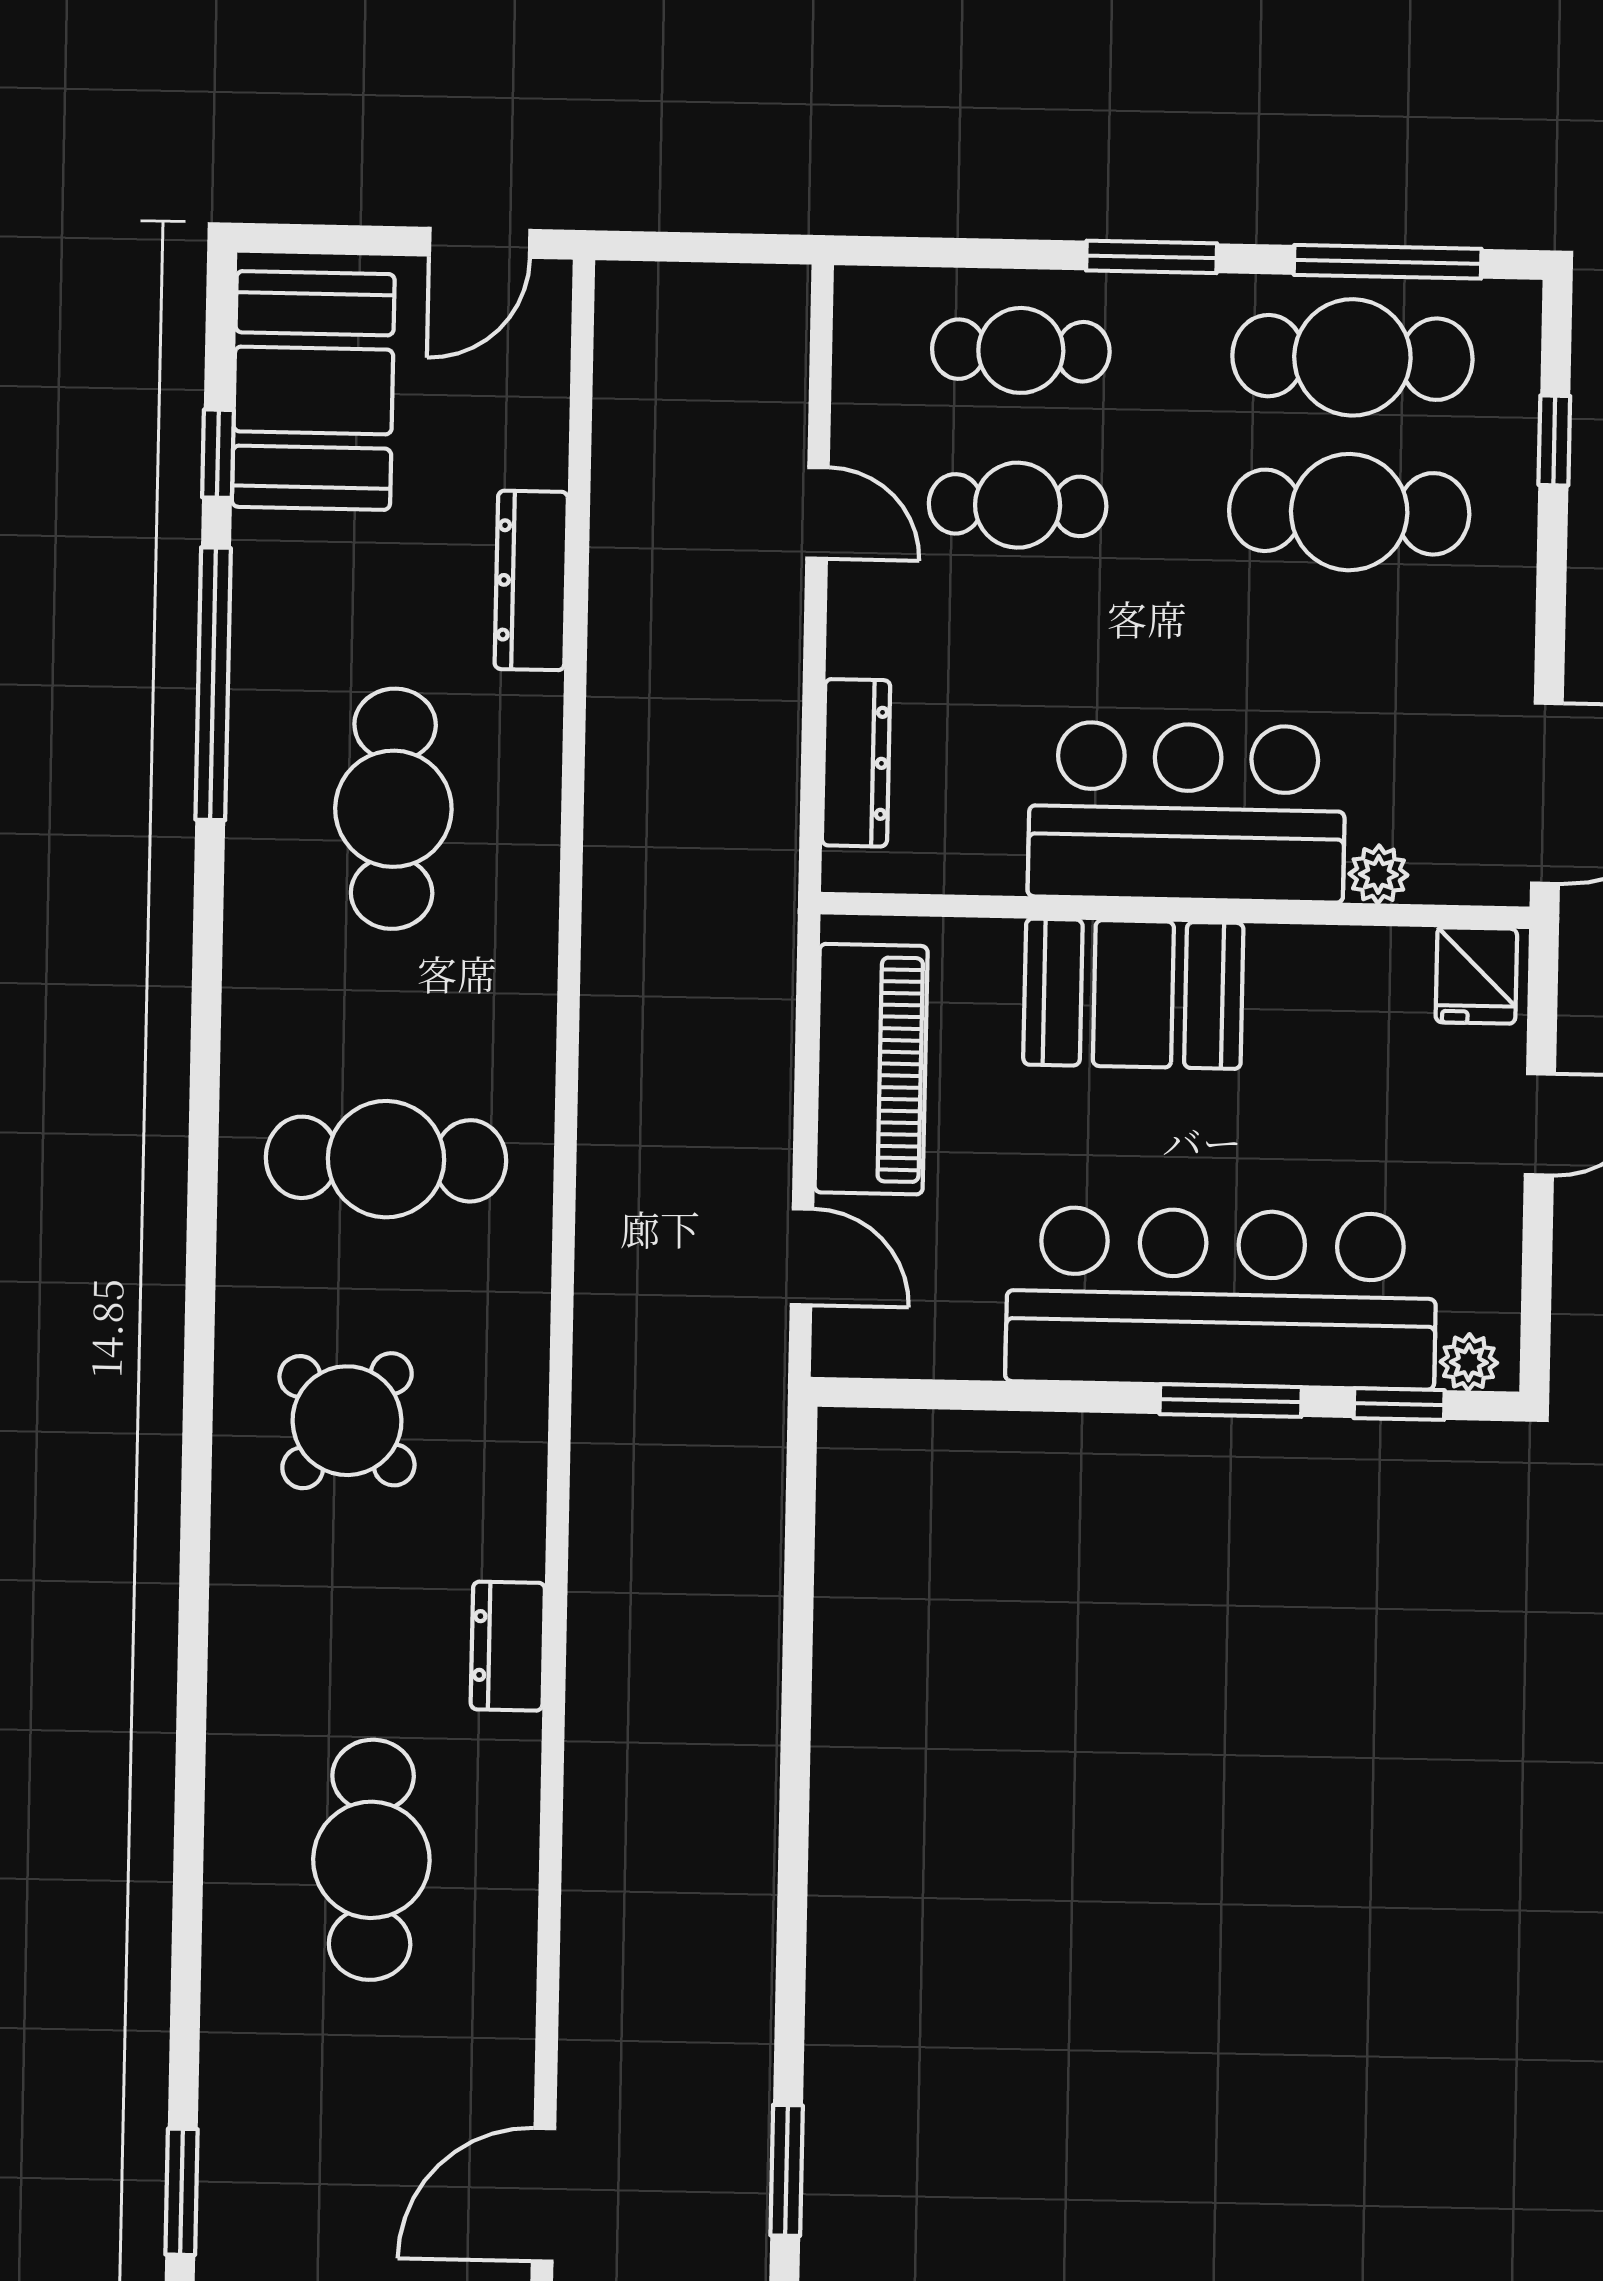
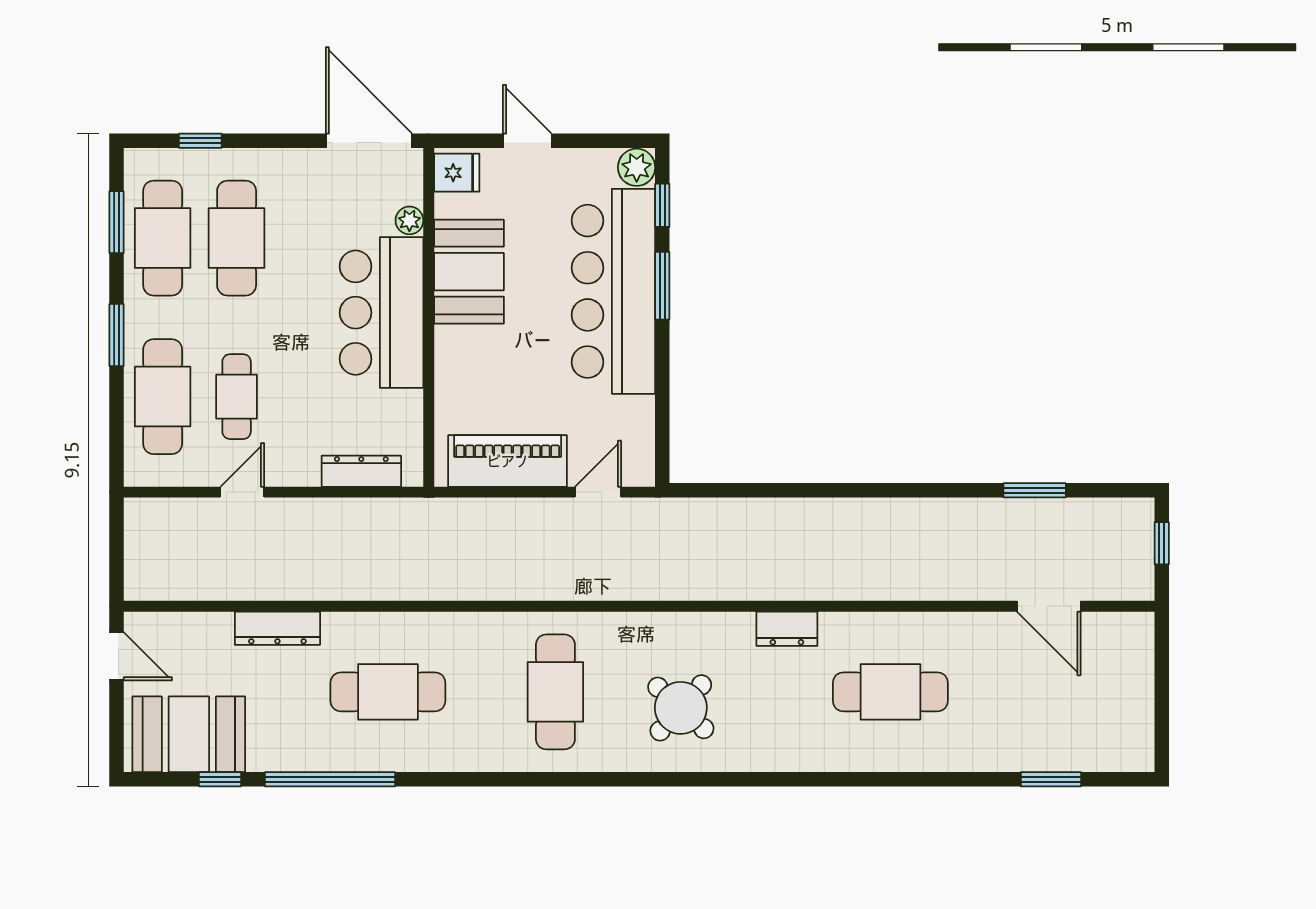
window: (1388, 262) -> (117, 222), width x0.69
cafe table: (1021, 350) -> (163, 397), width x1.37, depth x1.35
booth: (1133, 994) -> (469, 272), moved
plant: (1469, 1362) -> (637, 167), width x1.38, depth x1.38

